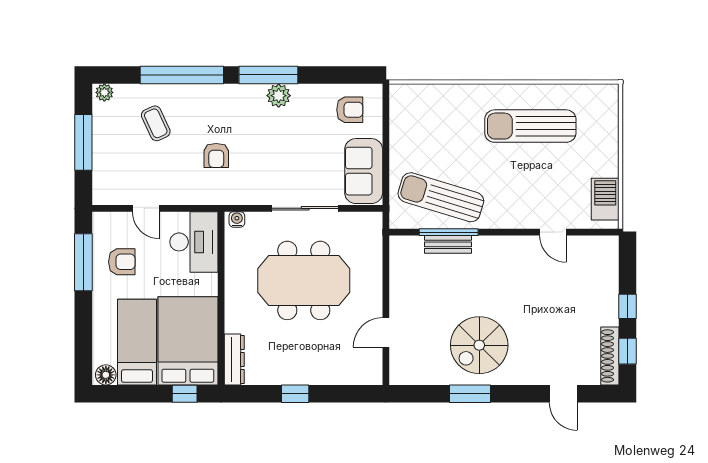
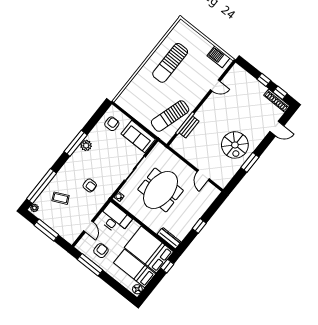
window: (182, 75) -> (41, 186), moved
door: (146, 208) -> (89, 226), hinge flipped

